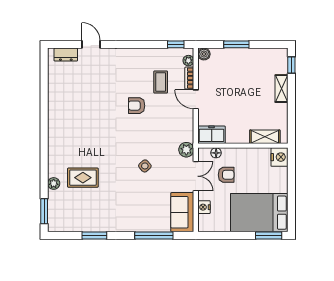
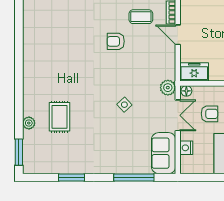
coffee table: (161, 82) -> (141, 17), turned 90
floor lamp: (216, 153) -> (186, 91), moved
rug: (83, 178) -> (59, 117), turned 90

